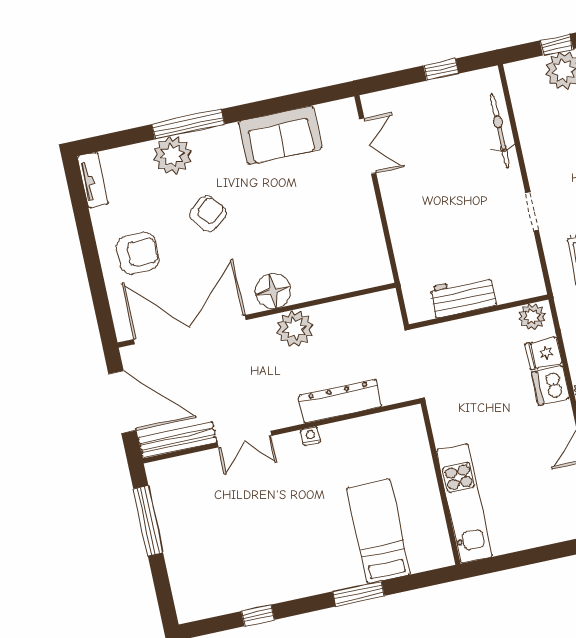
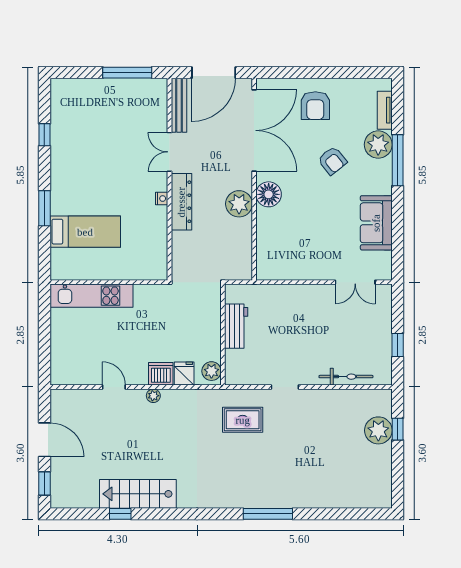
tv unit: (93, 180) -> (385, 110), moved, turned 90
dresser: (340, 401) -> (181, 202), moved

